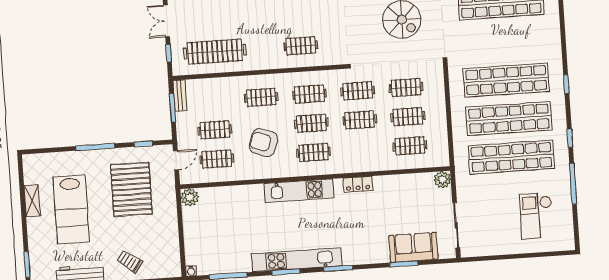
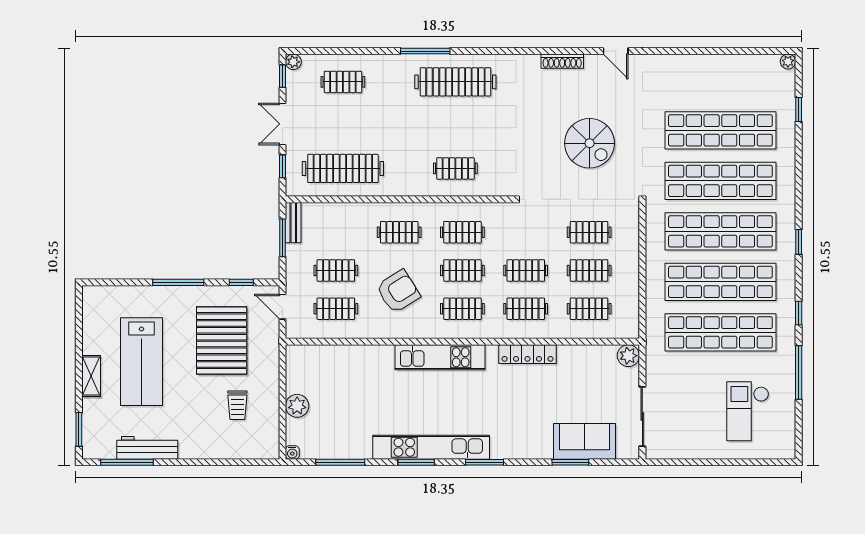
shop shelf: (504, 41) -> (720, 181), added
clothes rail: (358, 91) -> (526, 309), moved
armchair: (263, 143) -> (398, 291), turned 129
door: (176, 160) -> (283, 307), swing flipped
locker: (358, 184) -> (528, 354), width x1.53
plant: (190, 197) -> (297, 406), moved
shelving: (32, 201) -> (91, 376), moved
trolley: (130, 261) -> (237, 405), moved, turned -126

